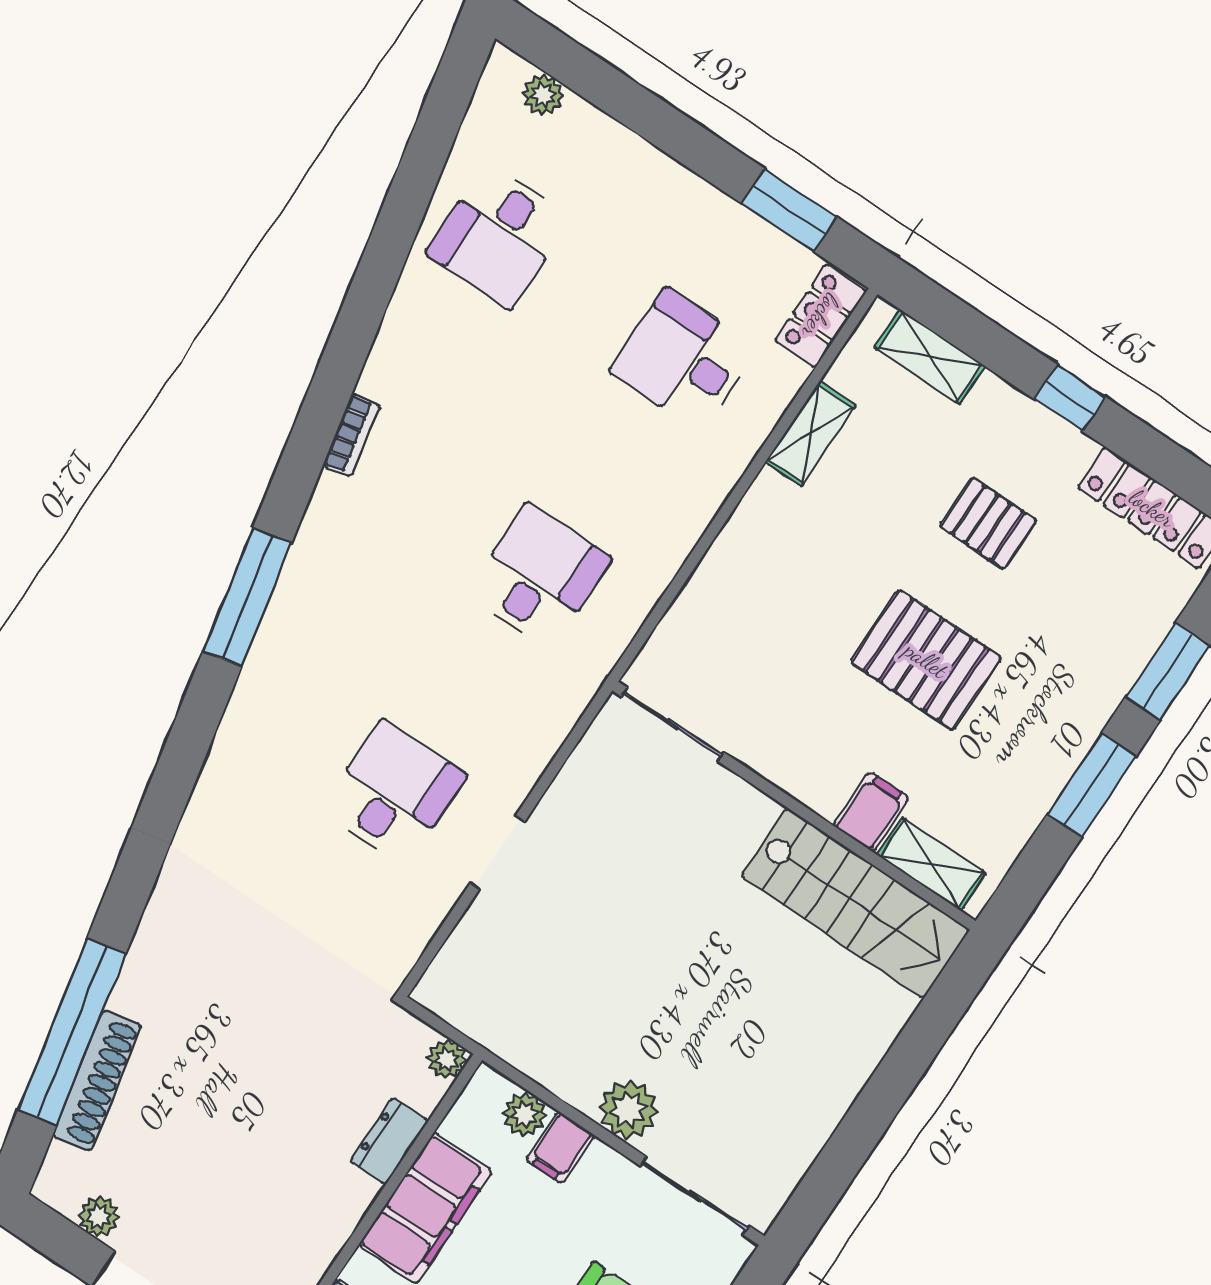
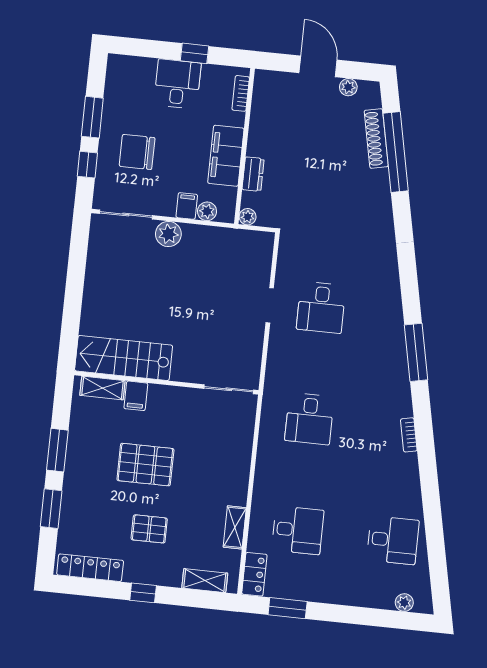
desk: (499, 236) -> (393, 540), turned 90

